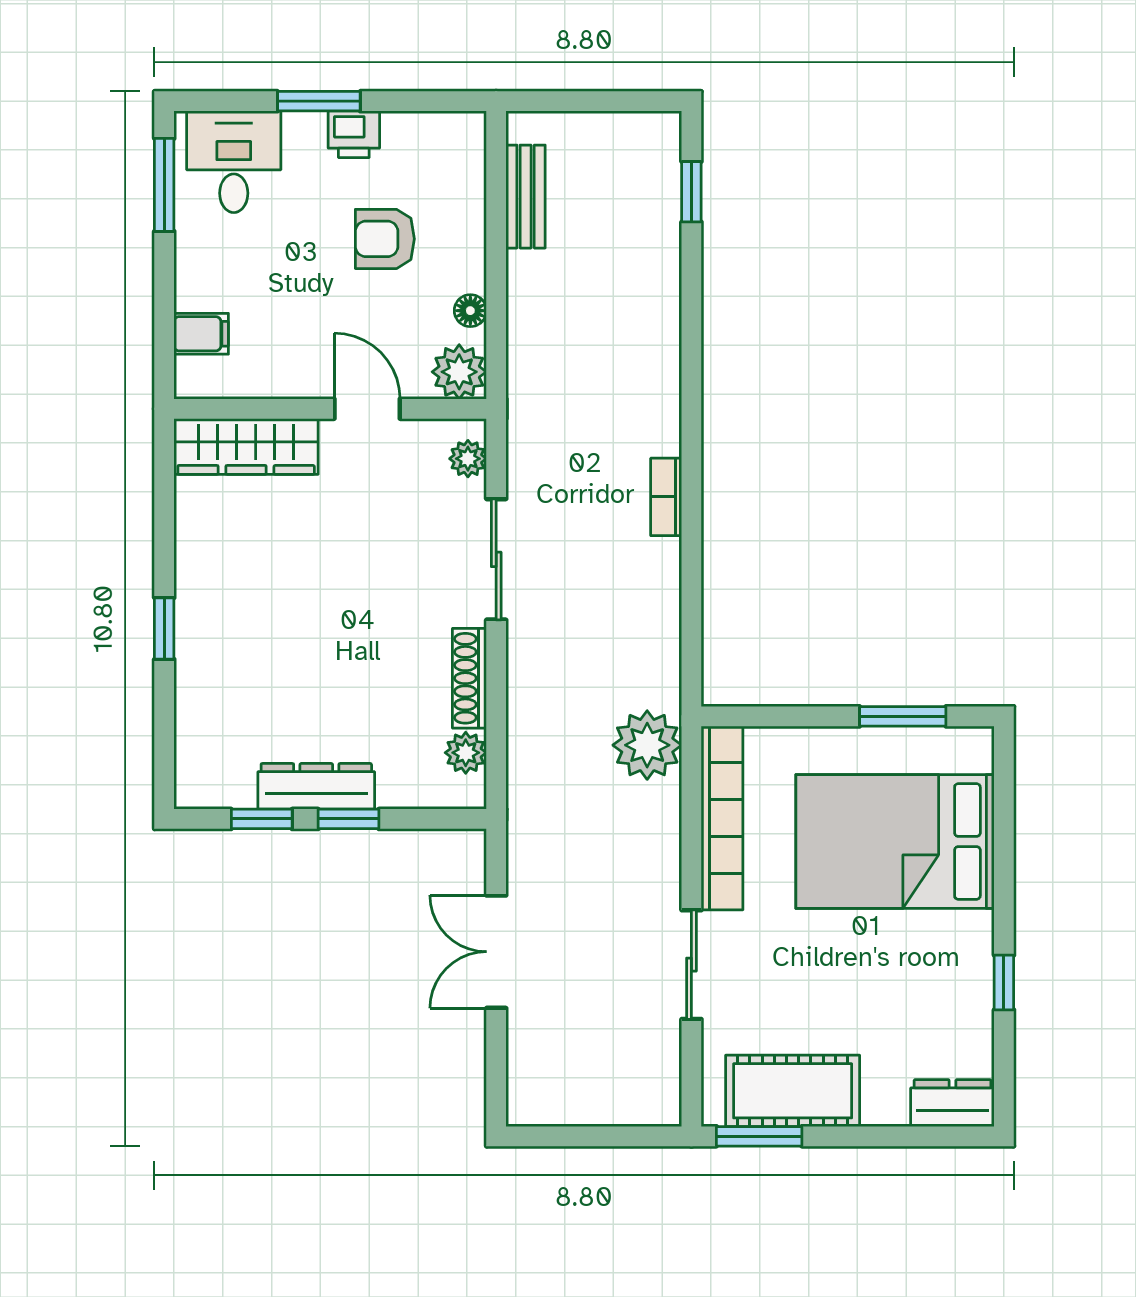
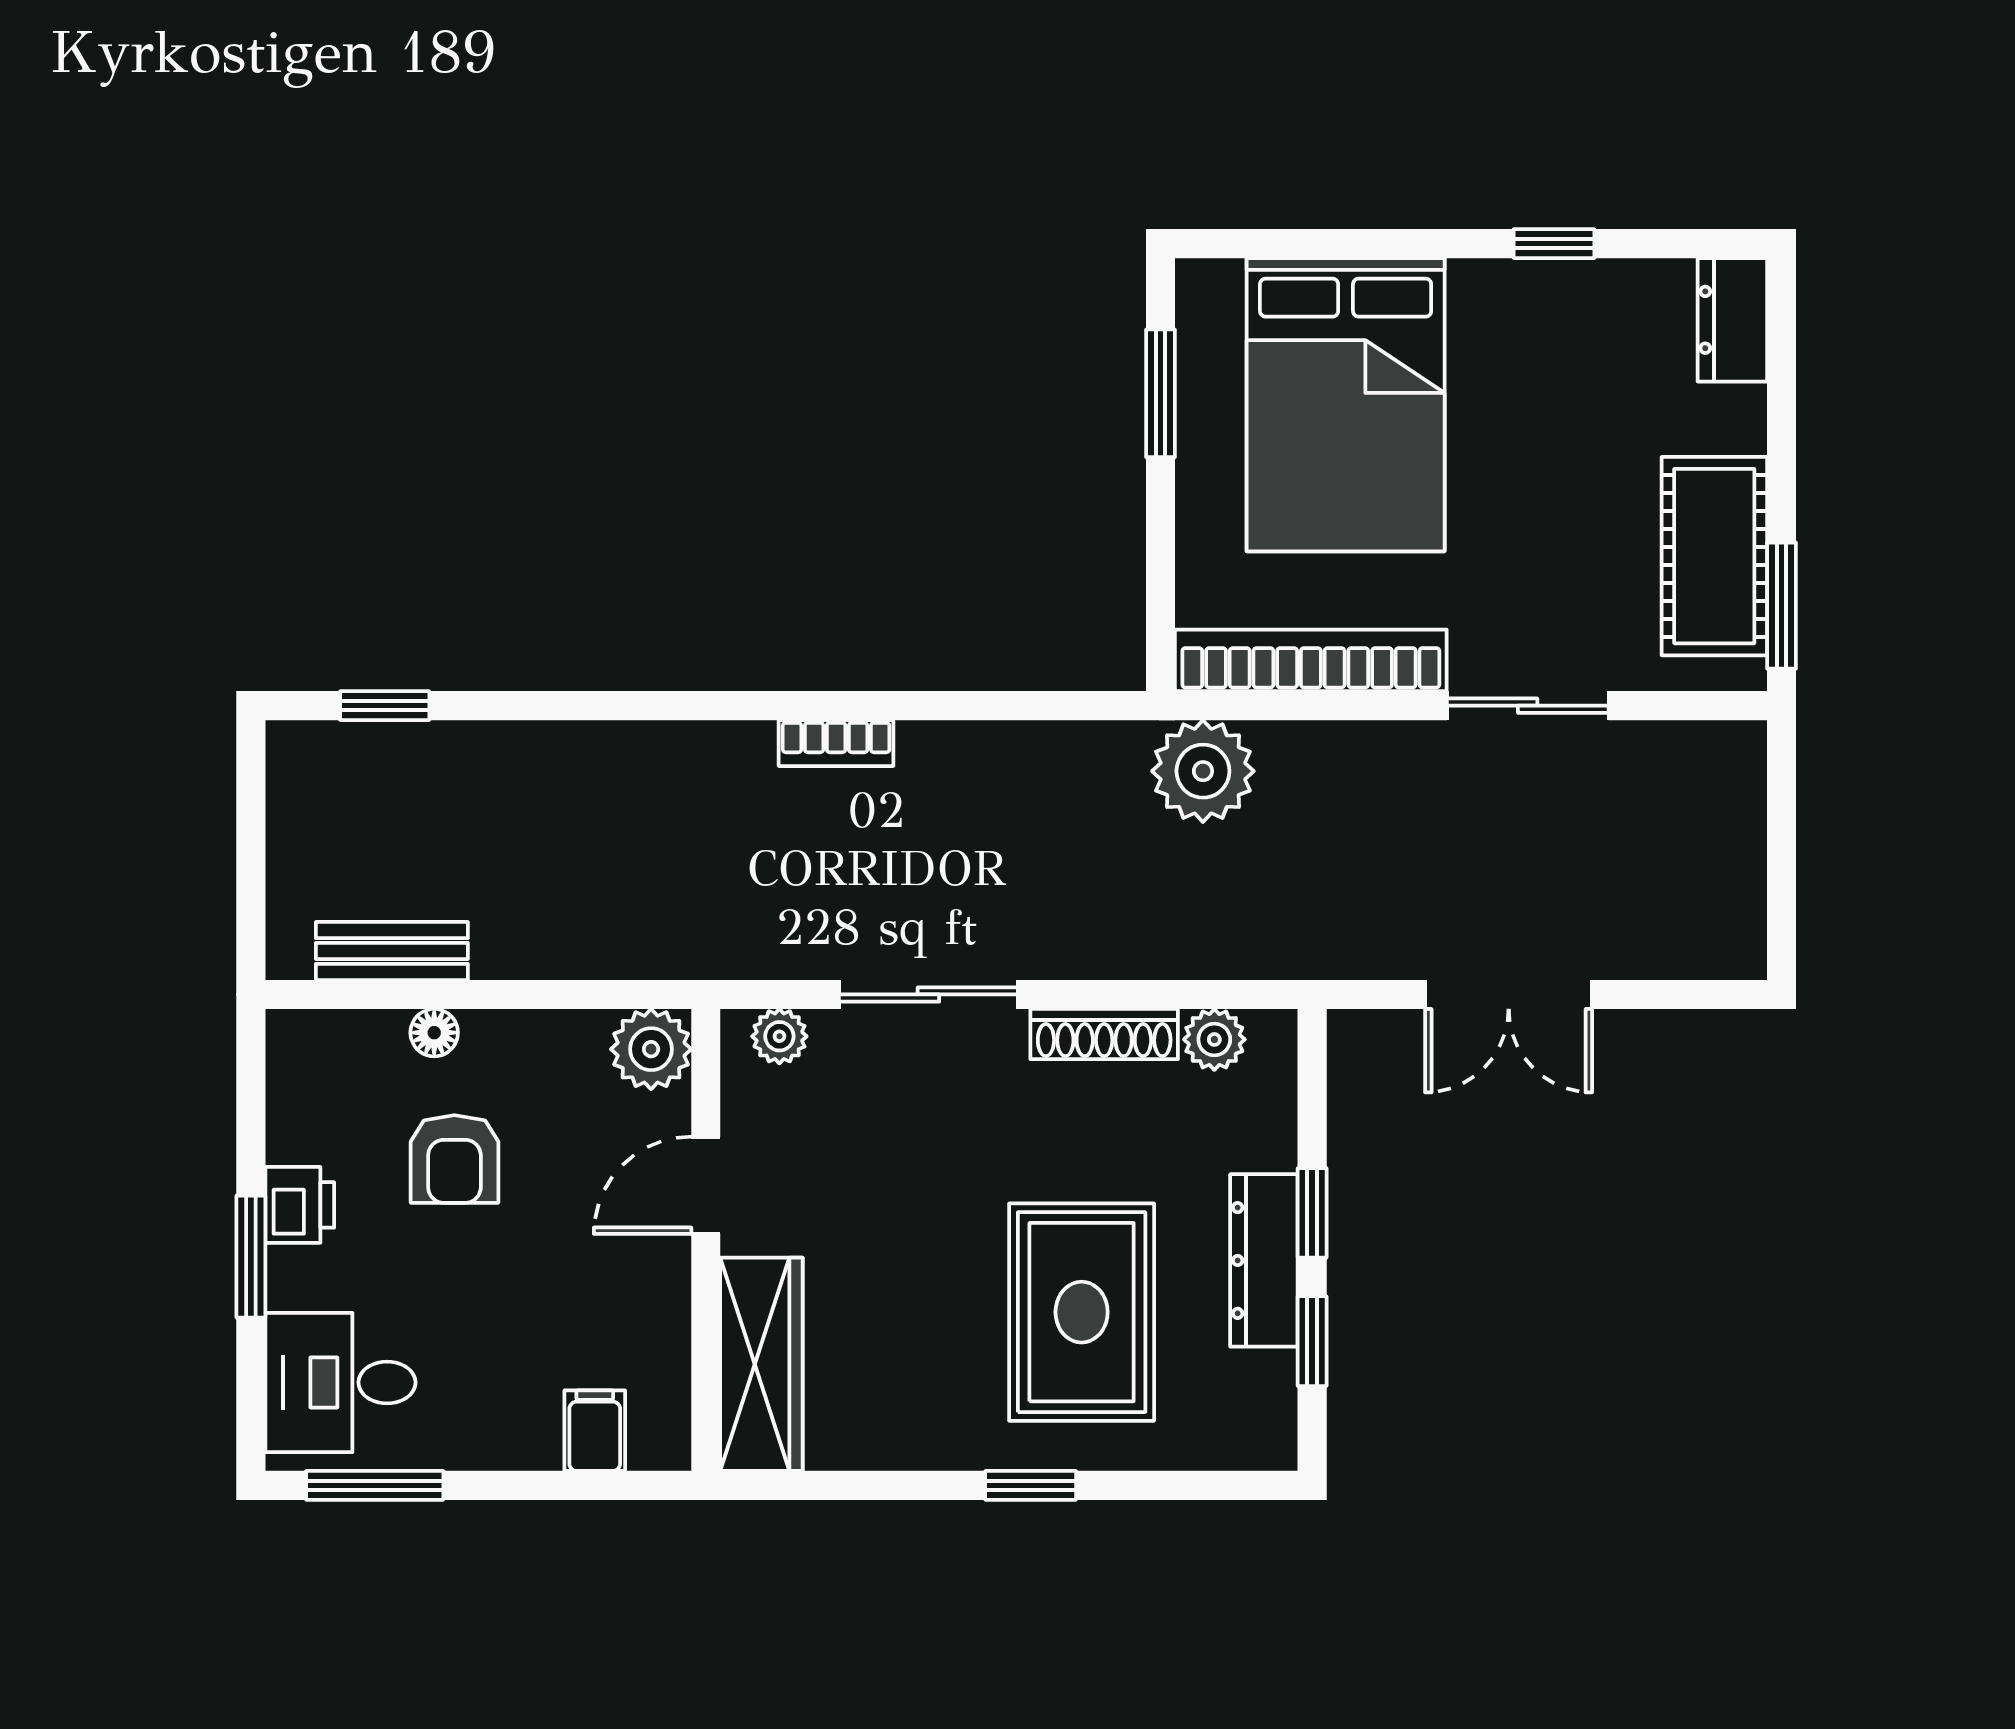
floor lamp: (470, 311) -> (434, 1033), moved
rug: (281, 663) -> (1082, 1312), added

